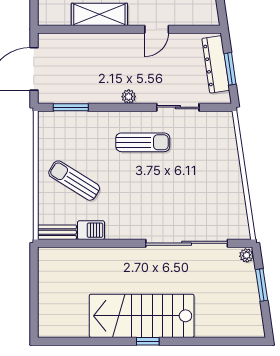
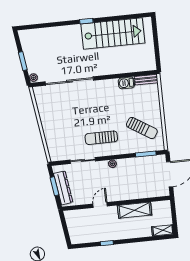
sun lounger: (74, 181) -> (142, 128), moved
stairs: (142, 316) -> (113, 33), moved

